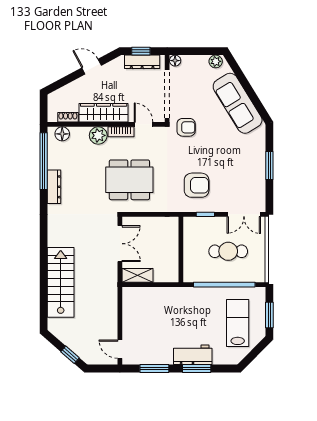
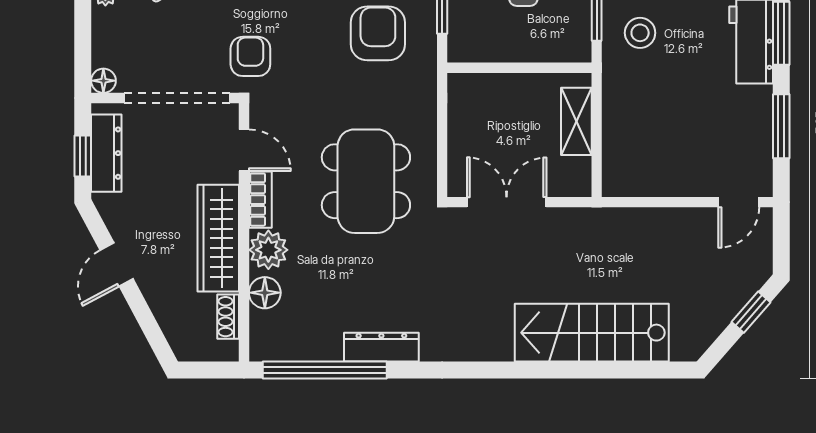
door: (143, 124) -> (244, 150), swing flipped
floor lamp: (62, 134) -> (265, 293), moved
shelving: (138, 275) -> (576, 121), moved
stool: (197, 304) -> (640, 33), added

